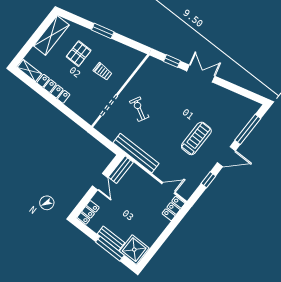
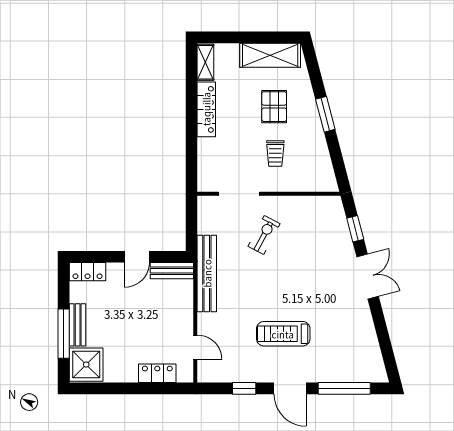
pallet: (79, 54) -> (274, 107), turned 90
treadmill: (196, 138) -> (283, 334), turned 180
locker: (173, 209) -> (157, 373), moved

